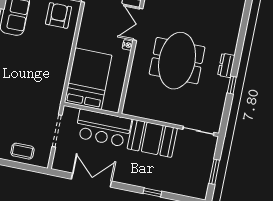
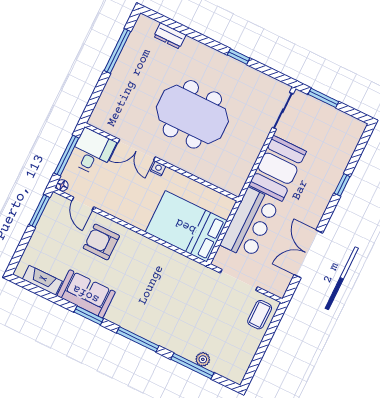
dresser: (226, 65) -> (170, 36), moved
coffee table: (22, 151) -> (260, 315), moved
window: (214, 172) -> (323, 98), moved

